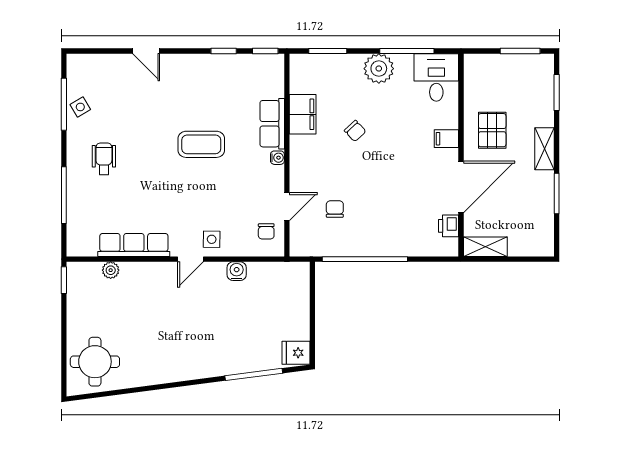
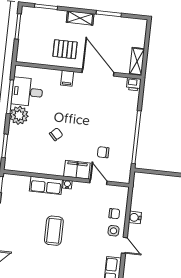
desk: (436, 77) -> (27, 92), moved
filing cabinet: (303, 114) -> (77, 170), moved
printer: (449, 226) -> (134, 84), moved
chair: (266, 231) -> (114, 214), moved

